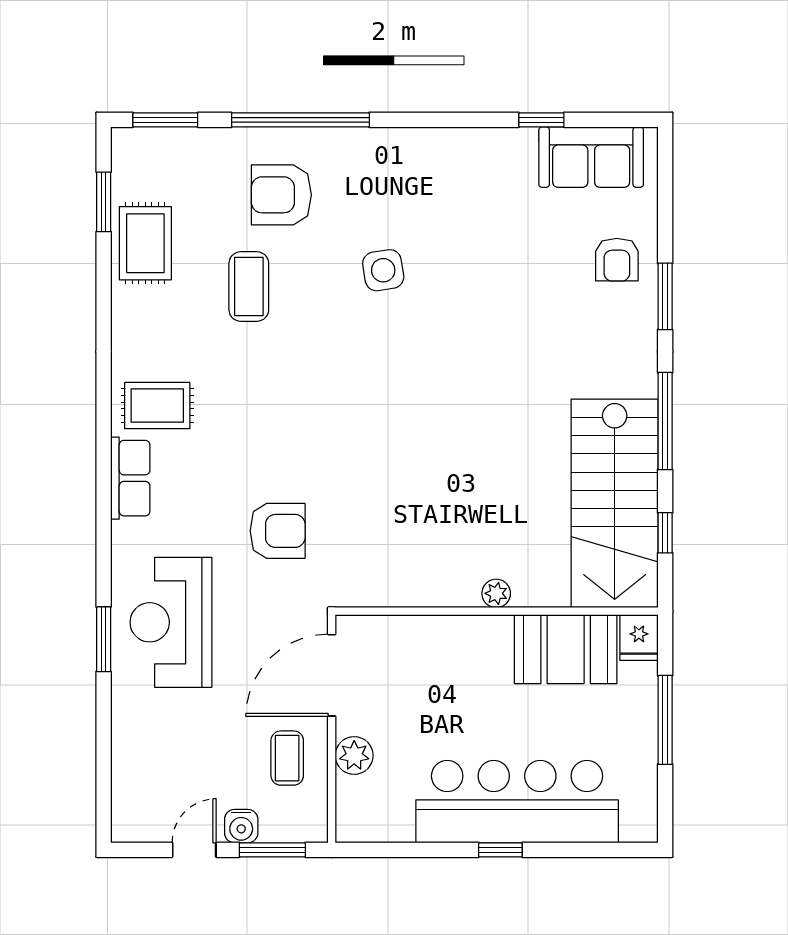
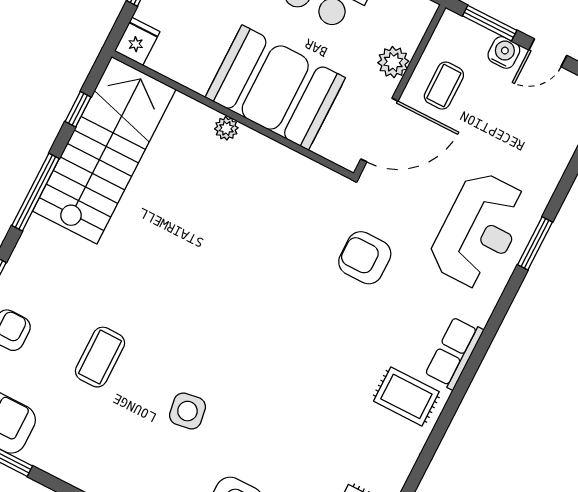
coffee table: (249, 287) -> (100, 357), moved
booth: (566, 649) -> (275, 88), moved, width x1.36, depth x1.42

